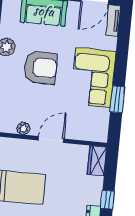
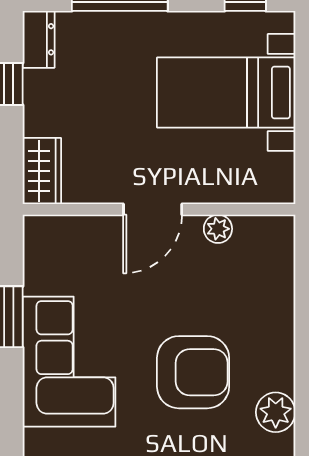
armchair: (40, 68) -> (193, 372), turned 180

